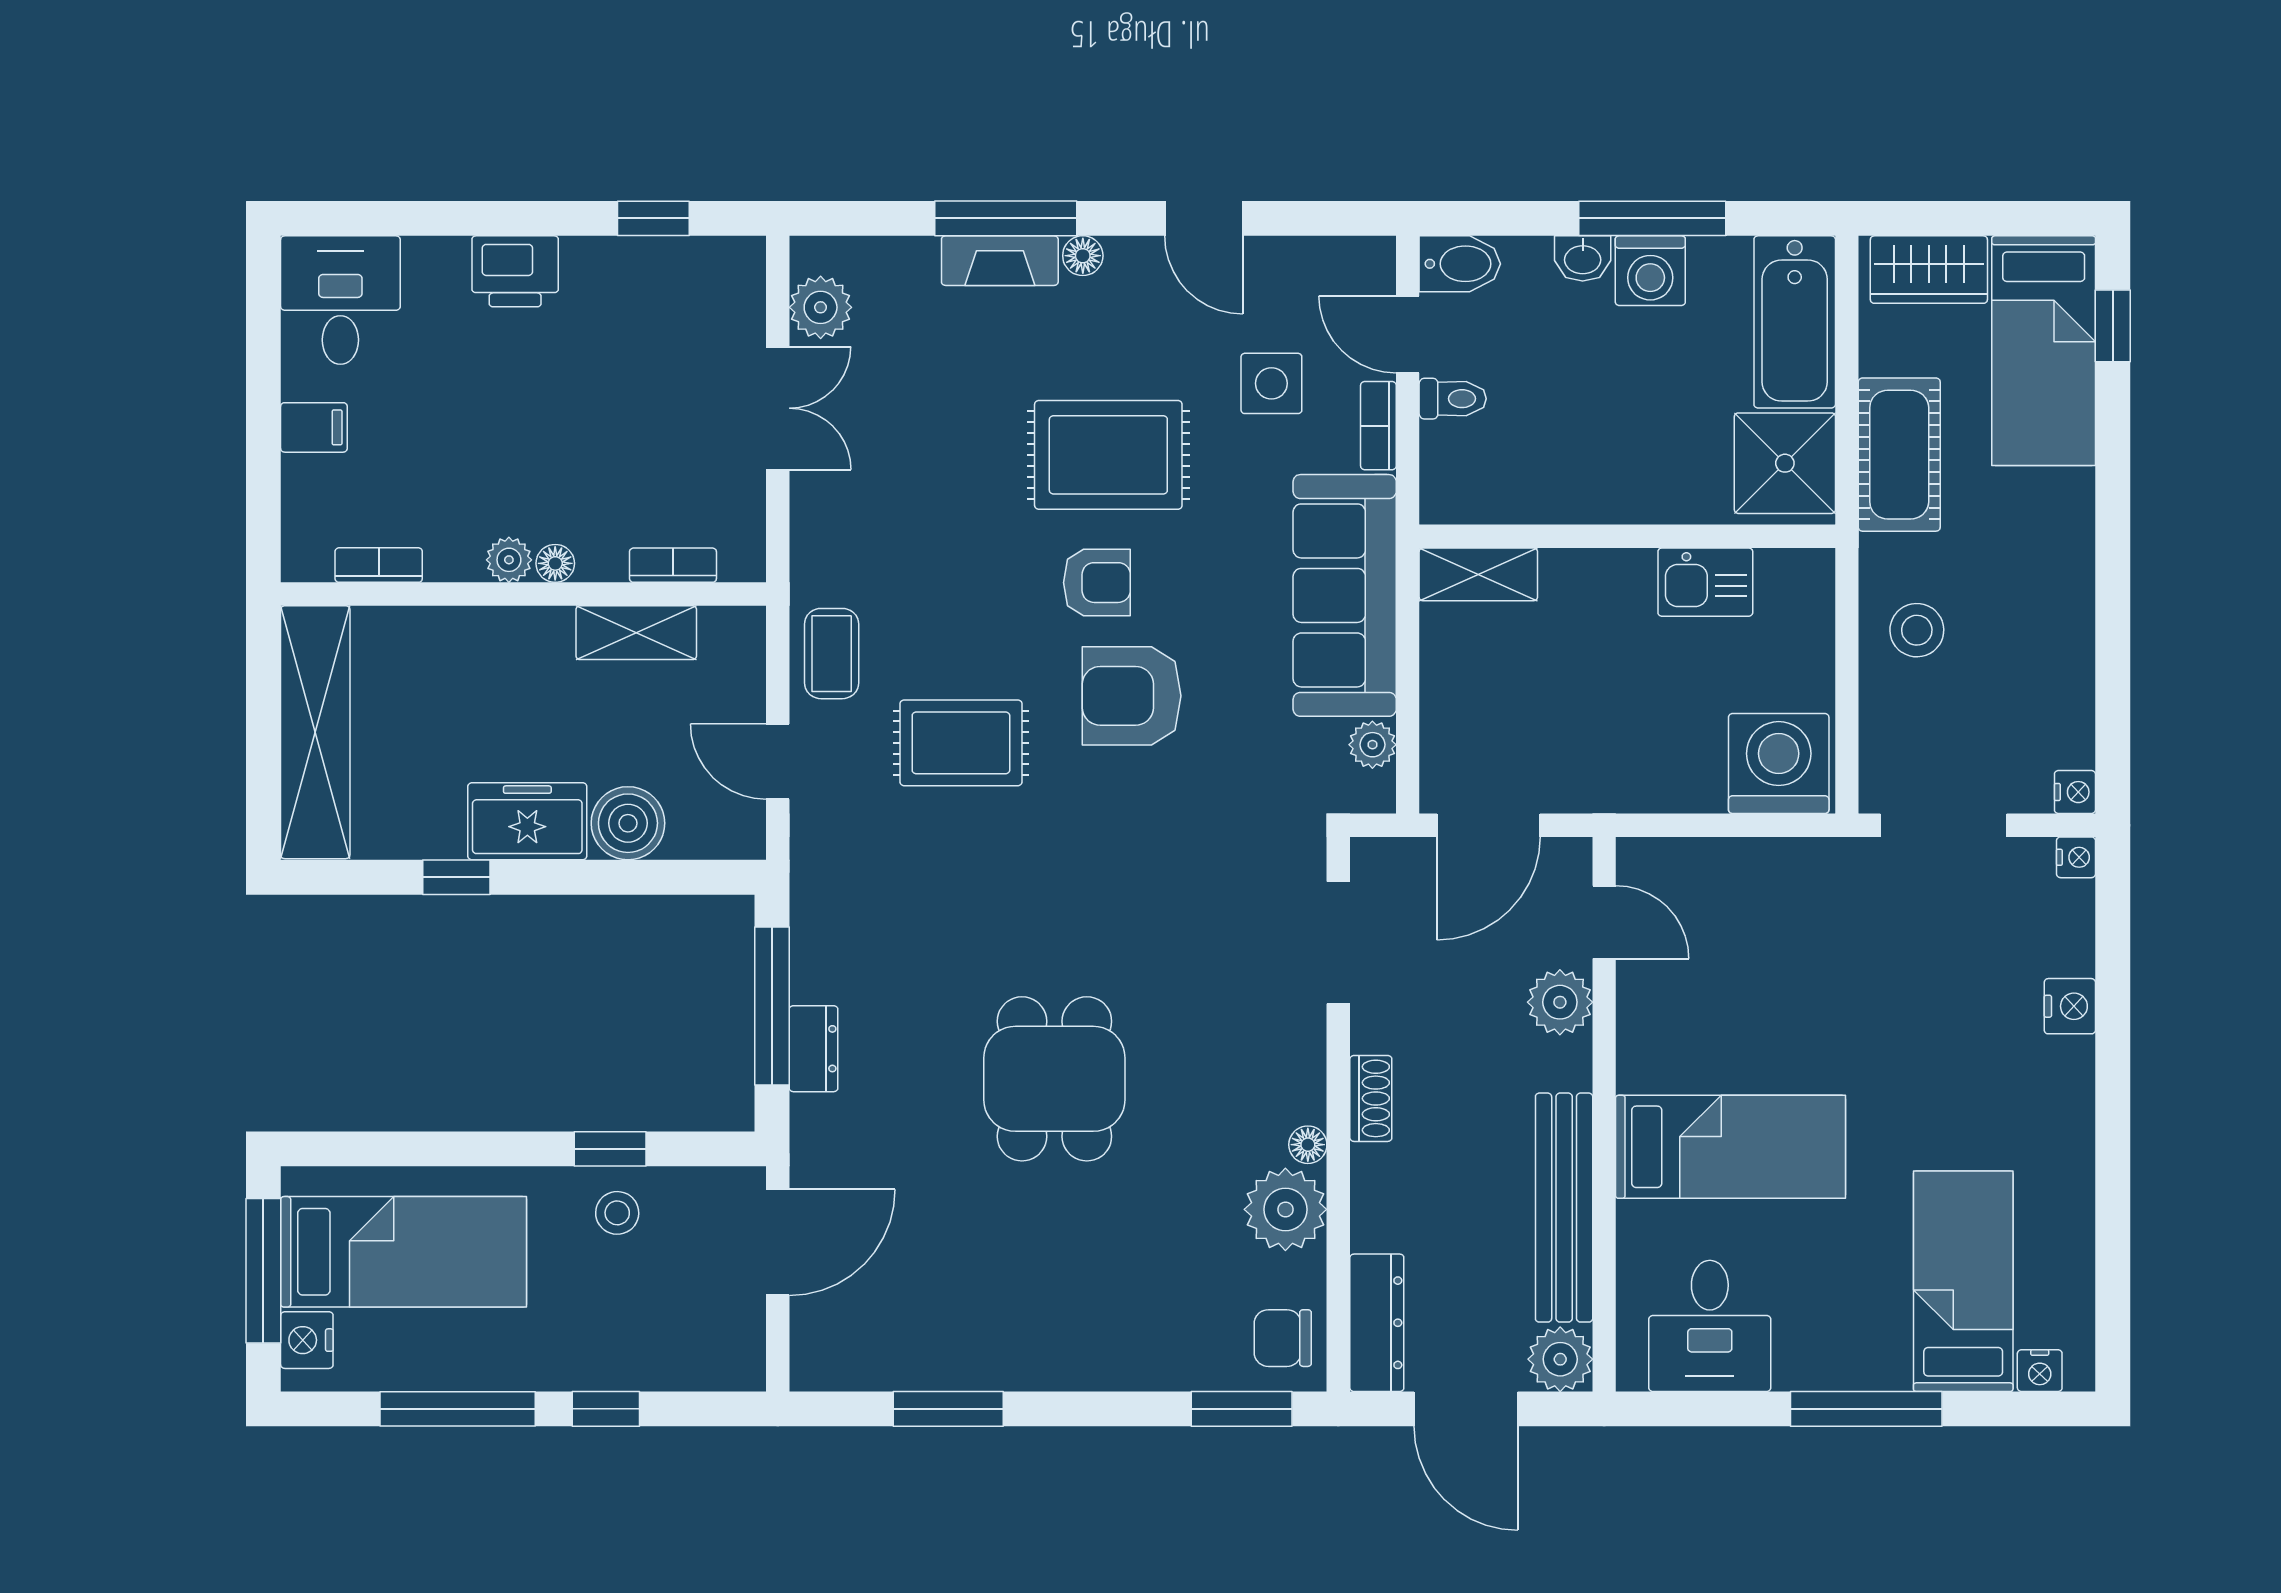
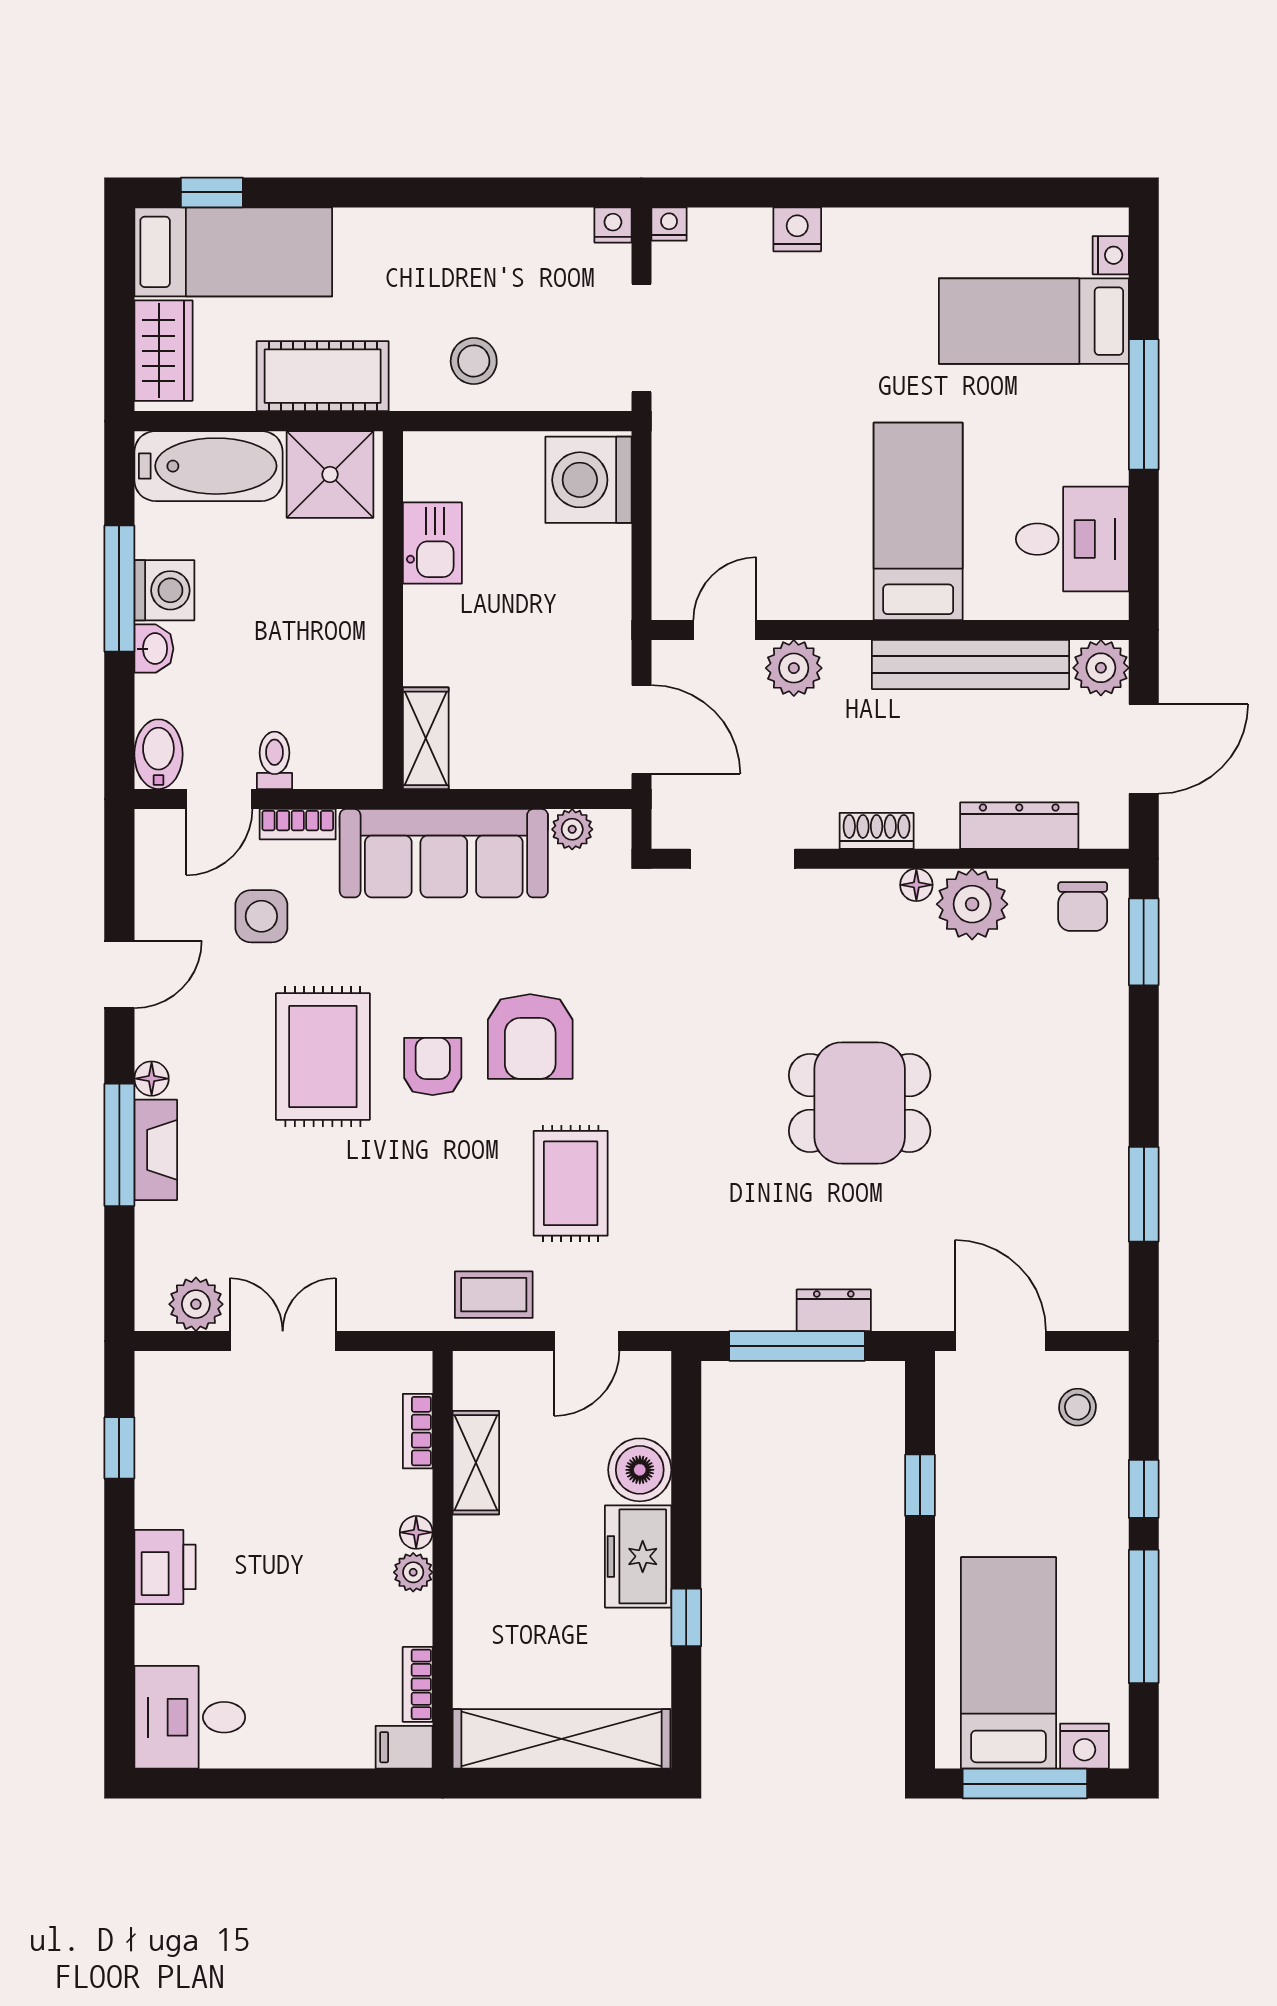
filing cabinet: (314, 427) -> (404, 1747), moved, turned -90
stool: (617, 1213) -> (1078, 1407), moved
dresser: (1377, 1323) -> (1019, 826), moved

